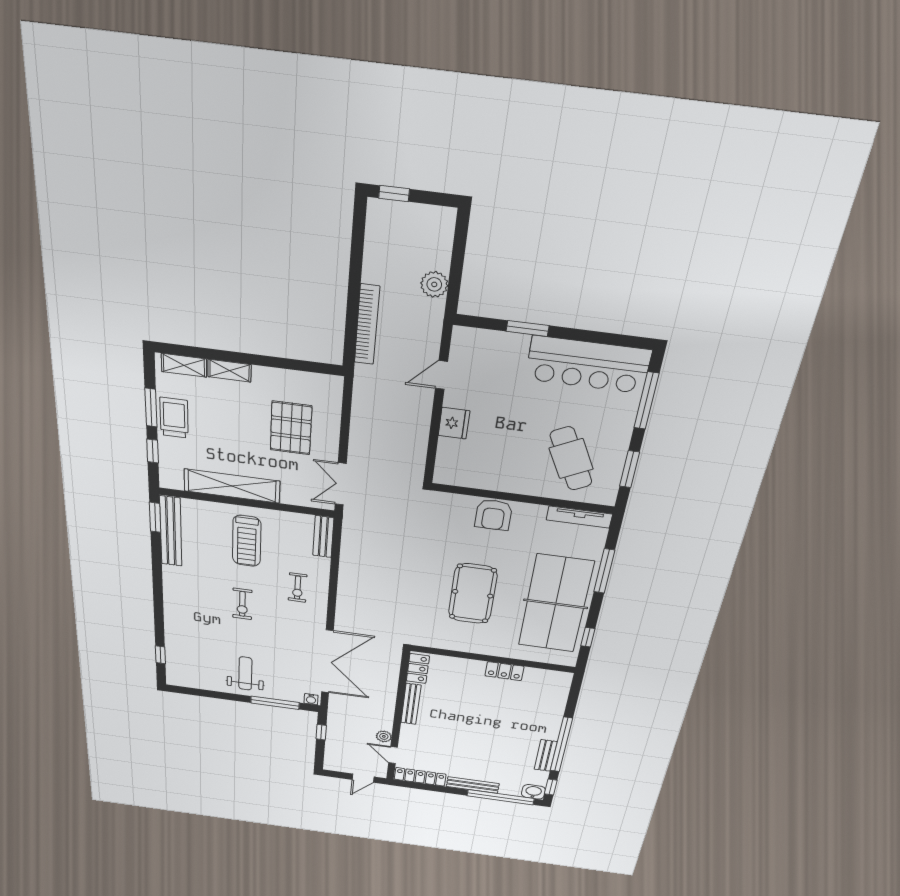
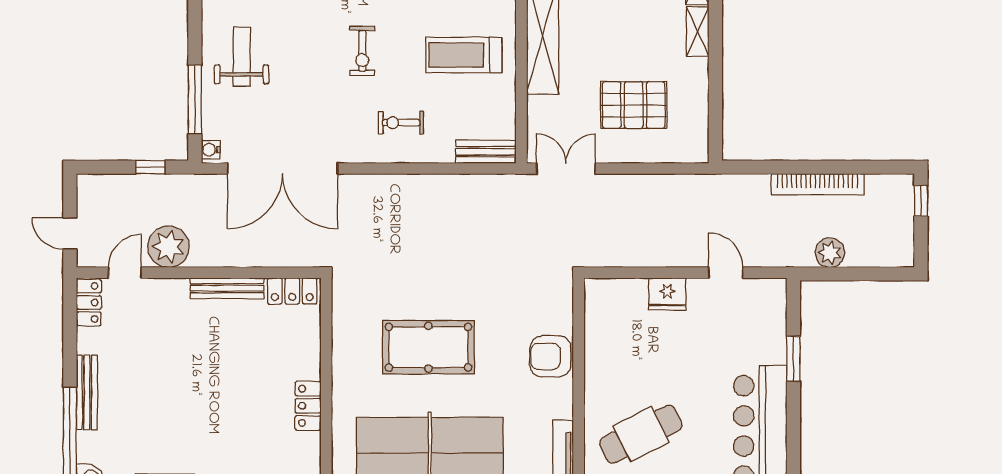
bookcase: (367, 325) -> (818, 184), moved
exercise bike: (242, 604) -> (362, 51), turned -90
weight bench: (245, 673) -> (242, 57), turned -90
plant: (384, 736) -> (169, 247), width x1.87, depth x1.87
locker: (420, 777) -> (89, 303), width x0.66

